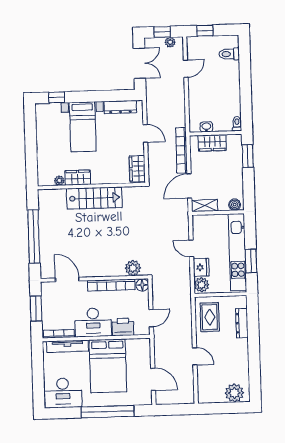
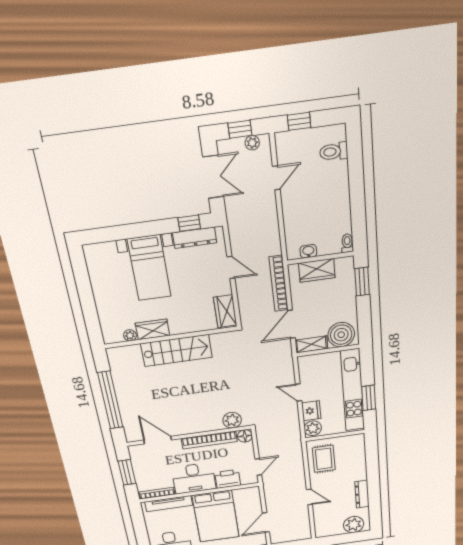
window: (57, 97) -> (189, 223), moved
boiler: (235, 205) -> (341, 335), width x1.86, depth x1.86
dresser: (242, 323) -> (362, 494), moved
door: (153, 379) -> (266, 523), swing flipped

